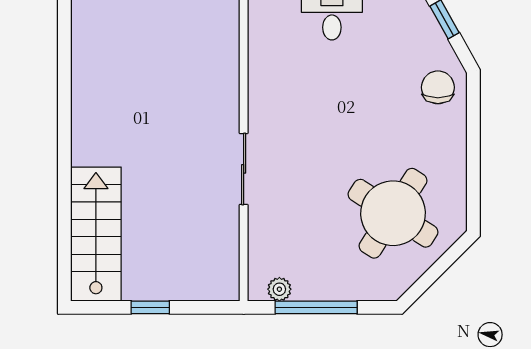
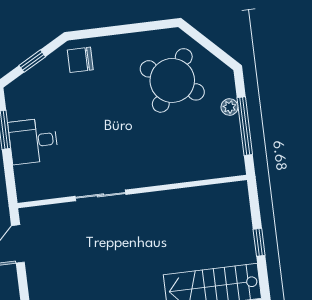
sliding door: (244, 169) -> (100, 195), moved
plant: (279, 289) -> (230, 107), moved

